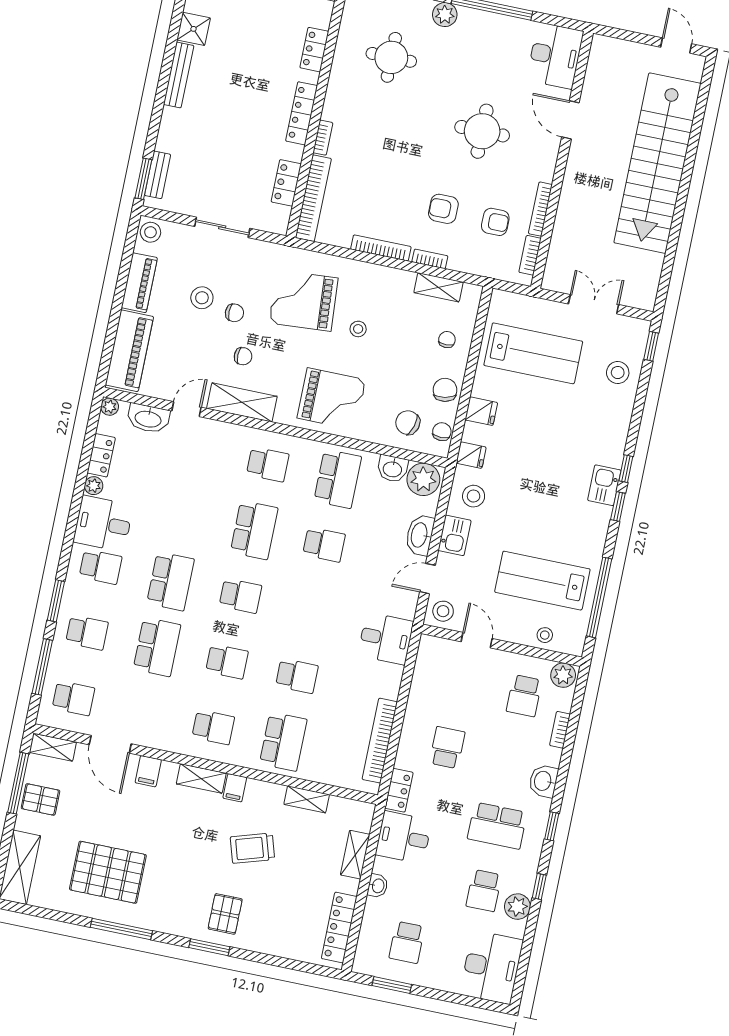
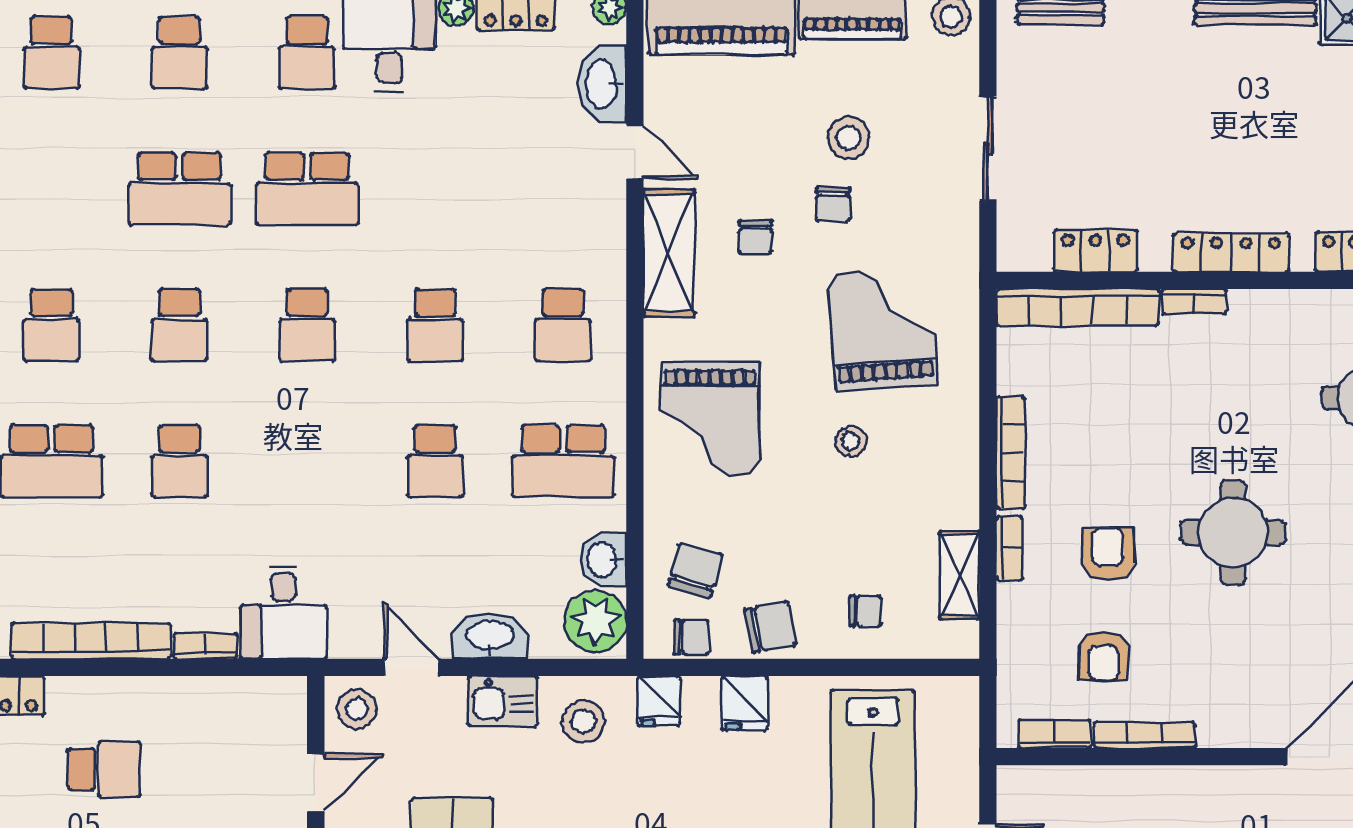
round table: (482, 131) -> (1233, 532), moved
school desk: (254, 530) -> (435, 325), width x0.54
bookcase: (395, 682) -> (205, 646), added

